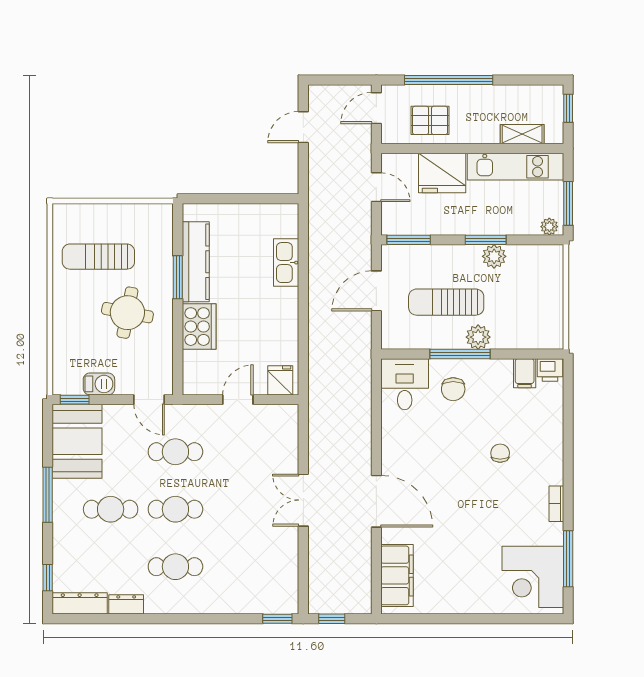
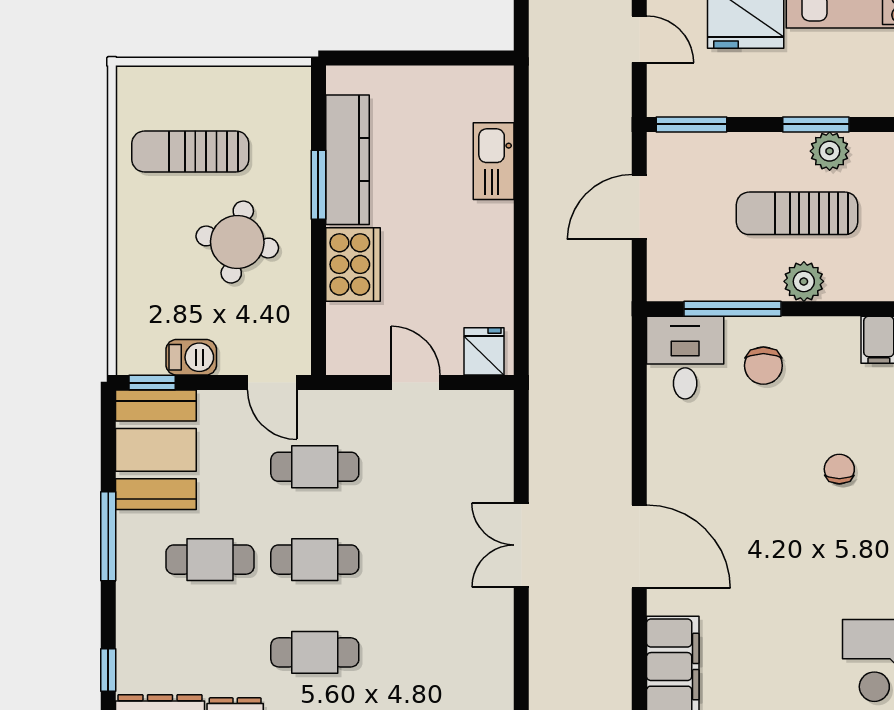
sun lounger: (446, 302) -> (797, 213), moved
window: (460, 354) -> (732, 309), moved
door: (238, 400) -> (416, 383), hinge flipped

